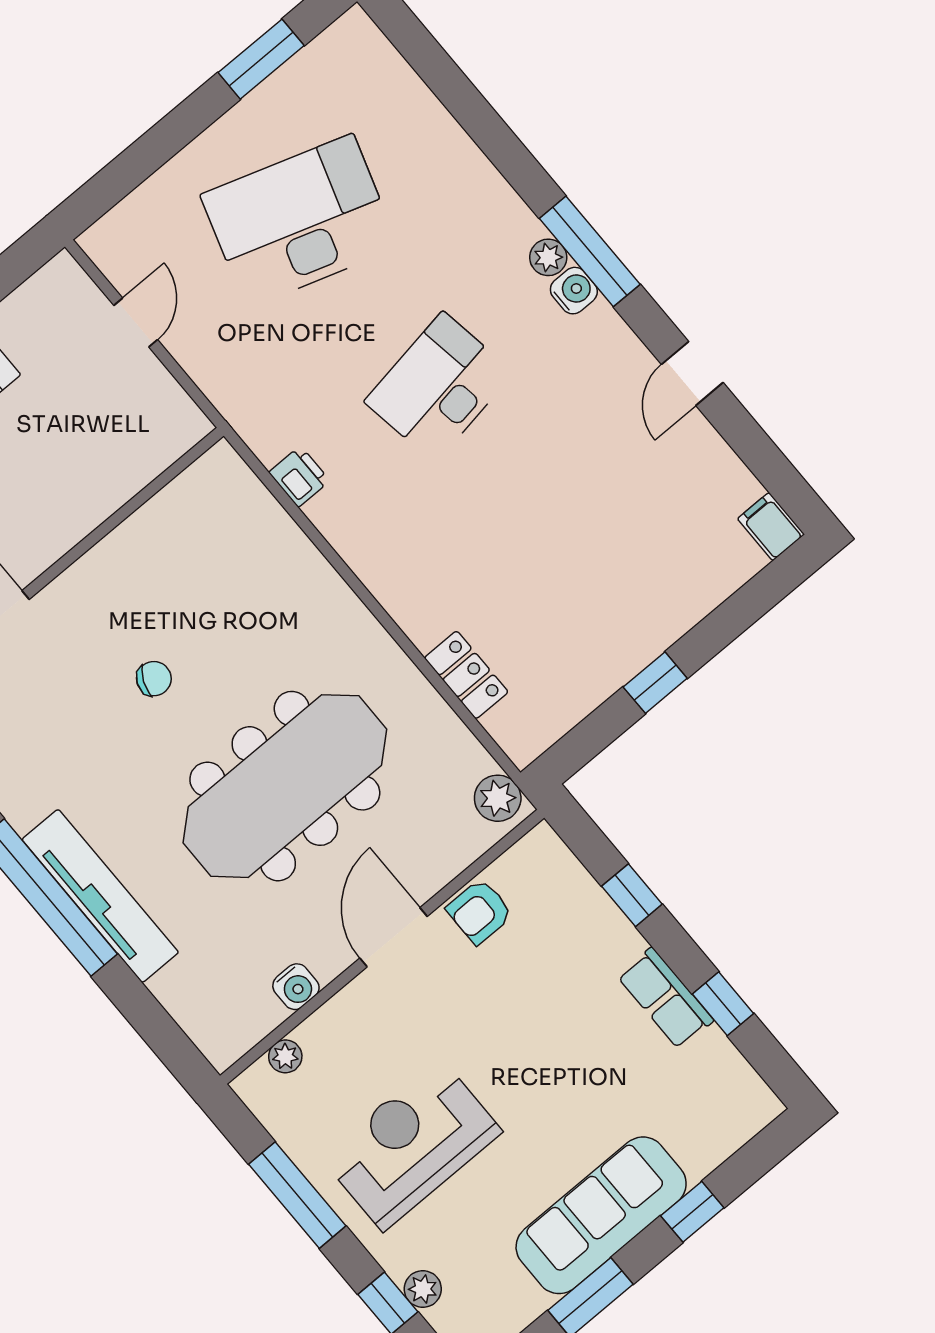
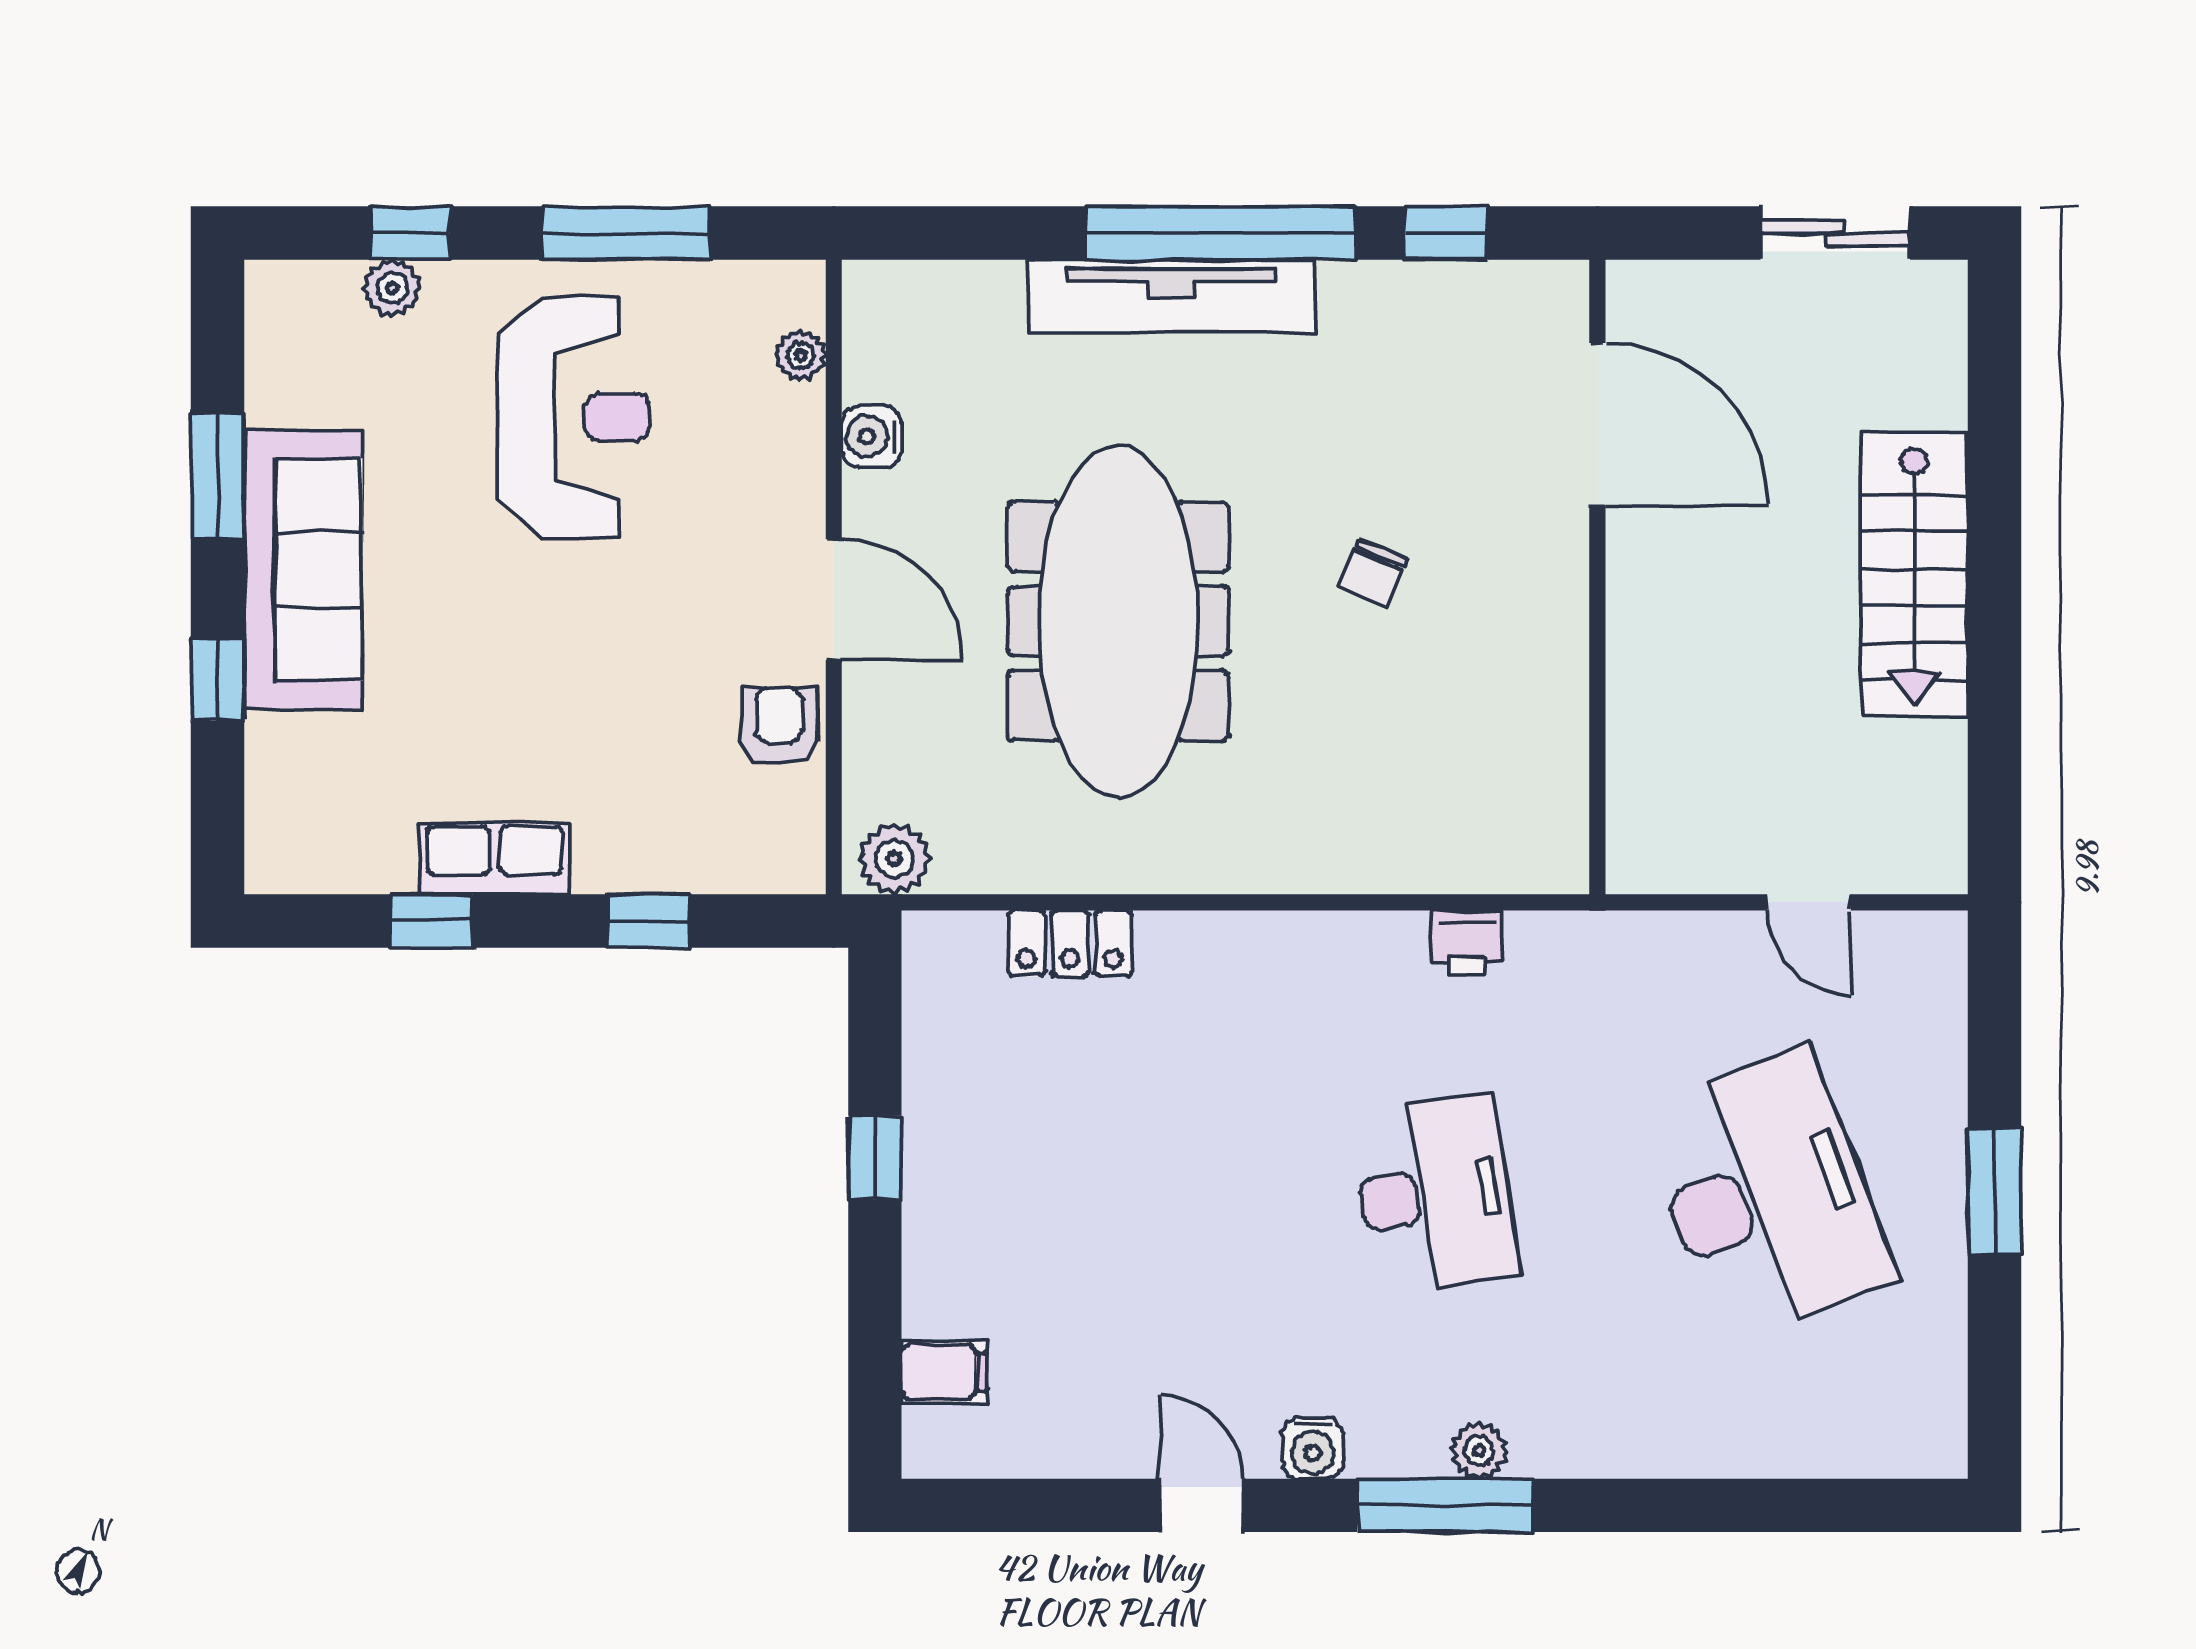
window: (261, 59) -> (1995, 1192), moved
desk: (299, 221) -> (1767, 1195), turned -39
water cooler: (574, 291) -> (1313, 1448), moved
filing cabinet: (771, 527) -> (944, 1372), moved

